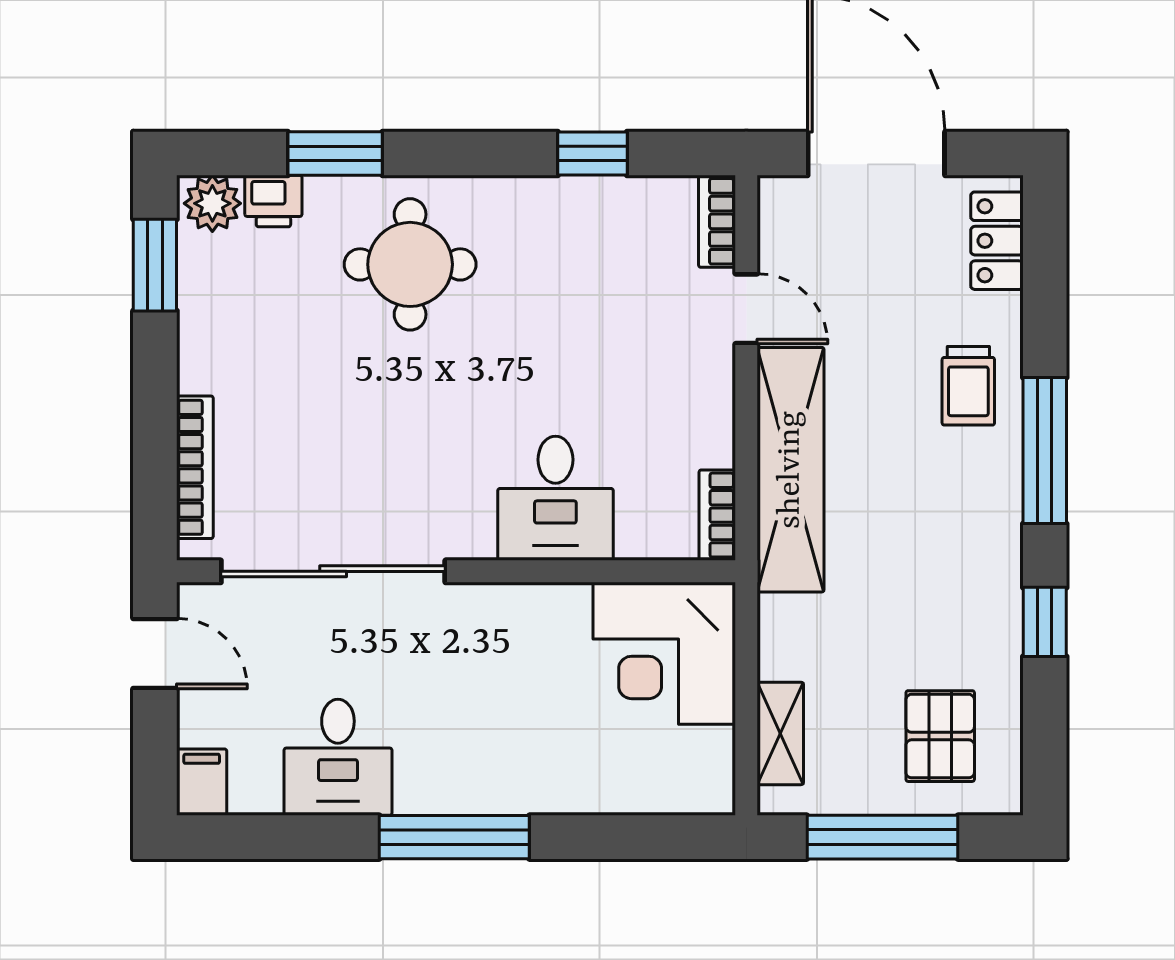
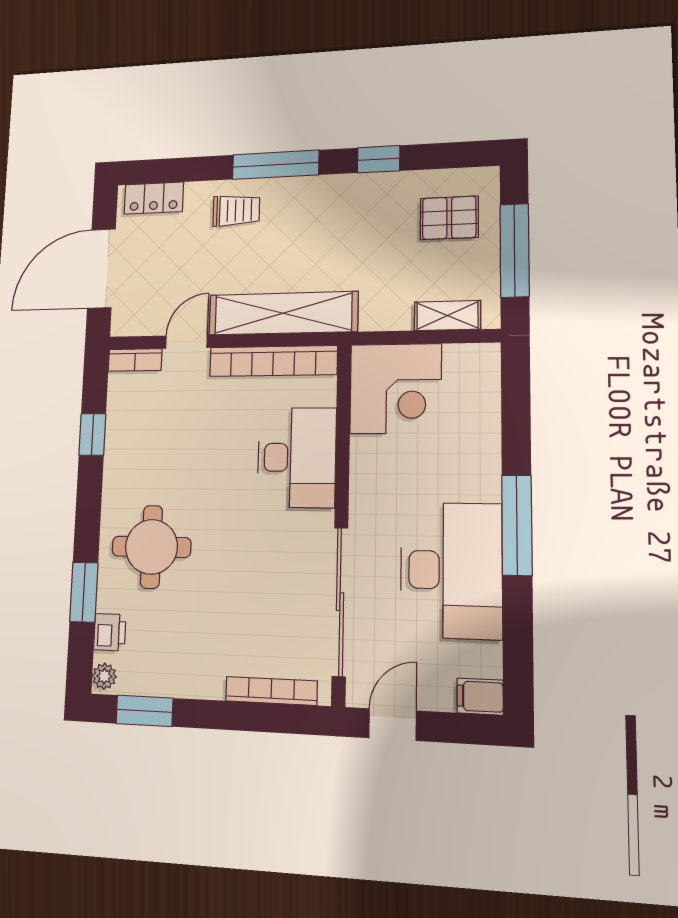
plant: (212, 203) -> (104, 676), width x0.73, depth x0.73
desk: (555, 498) -> (297, 457), width x1.37
bookcase: (717, 515) -> (273, 361), width x2.31, depth x1.31
desk: (338, 757) -> (451, 570), width x1.87, depth x1.30

